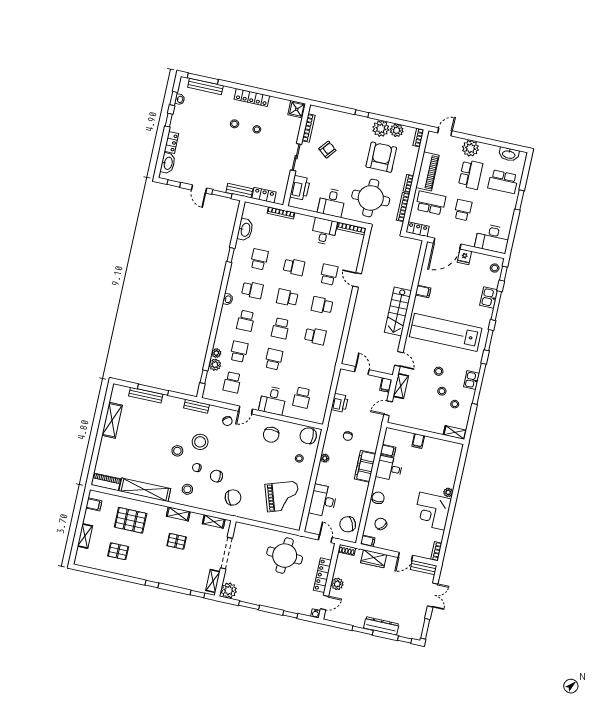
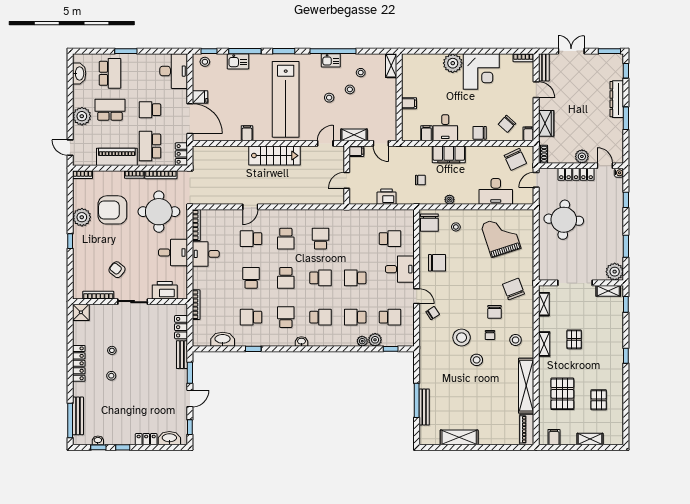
plant: (397, 130) -> (80, 200), removed
bench: (197, 406) -> (424, 350), removed
plant: (448, 492) -> (453, 63), width x1.88, depth x1.88

